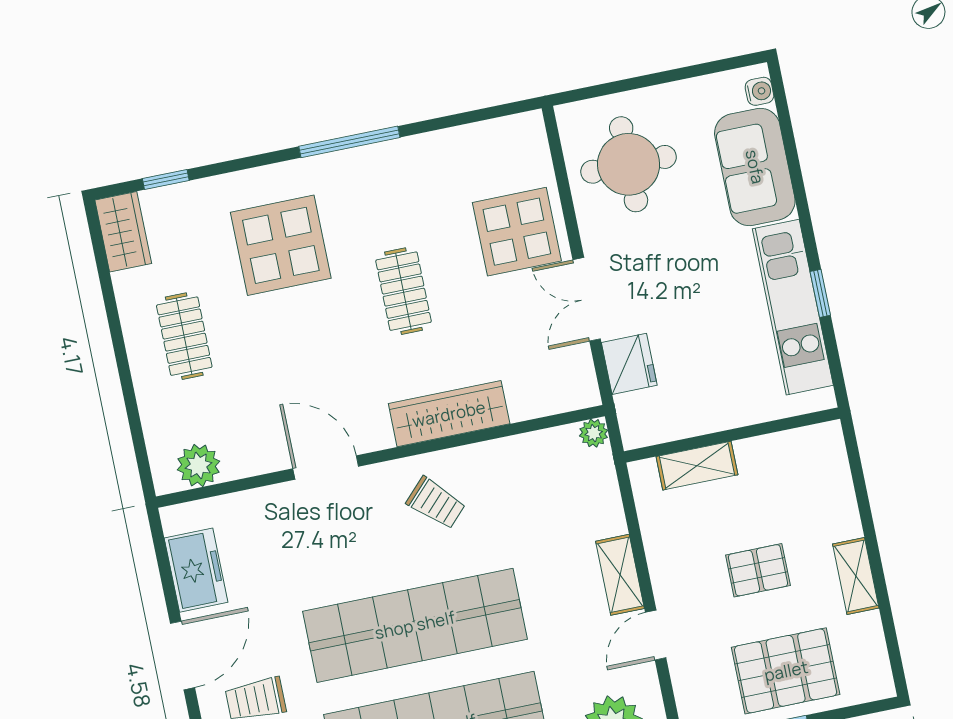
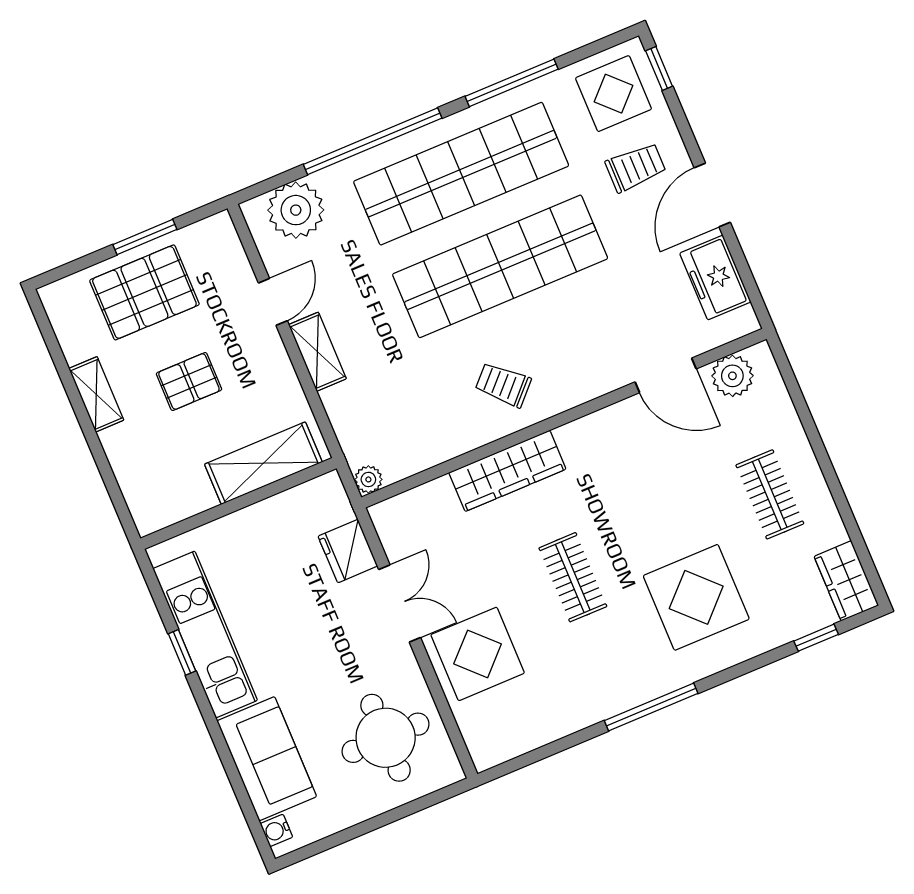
shelving: (697, 466) -> (263, 463), width x1.50, depth x1.33
door: (326, 468) -> (666, 375), moved

